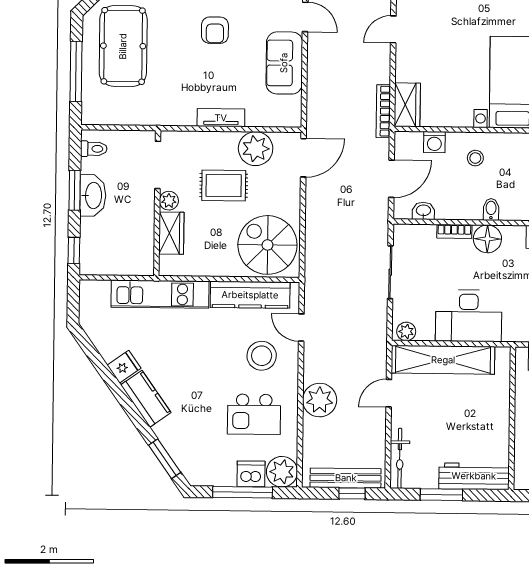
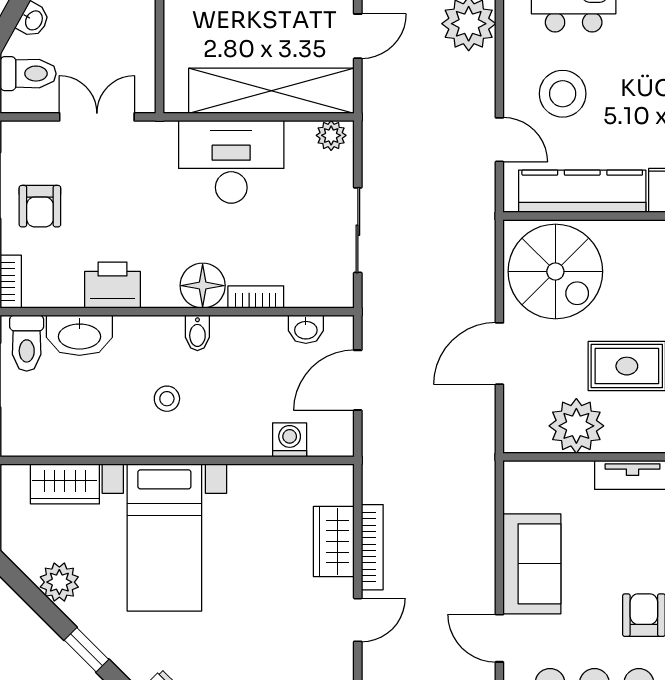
wardrobe: (407, 105) -> (334, 542), moved
bookcase: (383, 111) -> (372, 547), moved
door: (303, 158) -> (499, 354), moved
stool: (475, 158) -> (167, 399), moved

